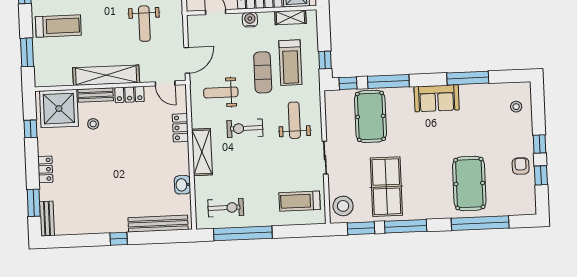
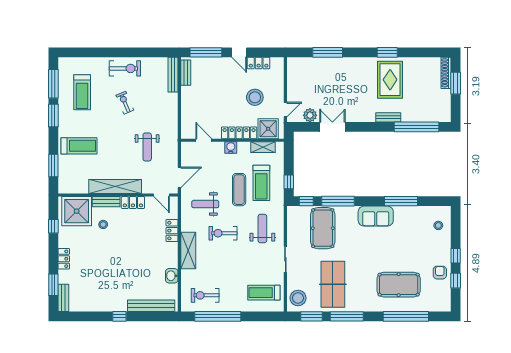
pool table: (469, 184) -> (399, 285), turned 90
exercise bike: (226, 208) -> (205, 295), turned 180

